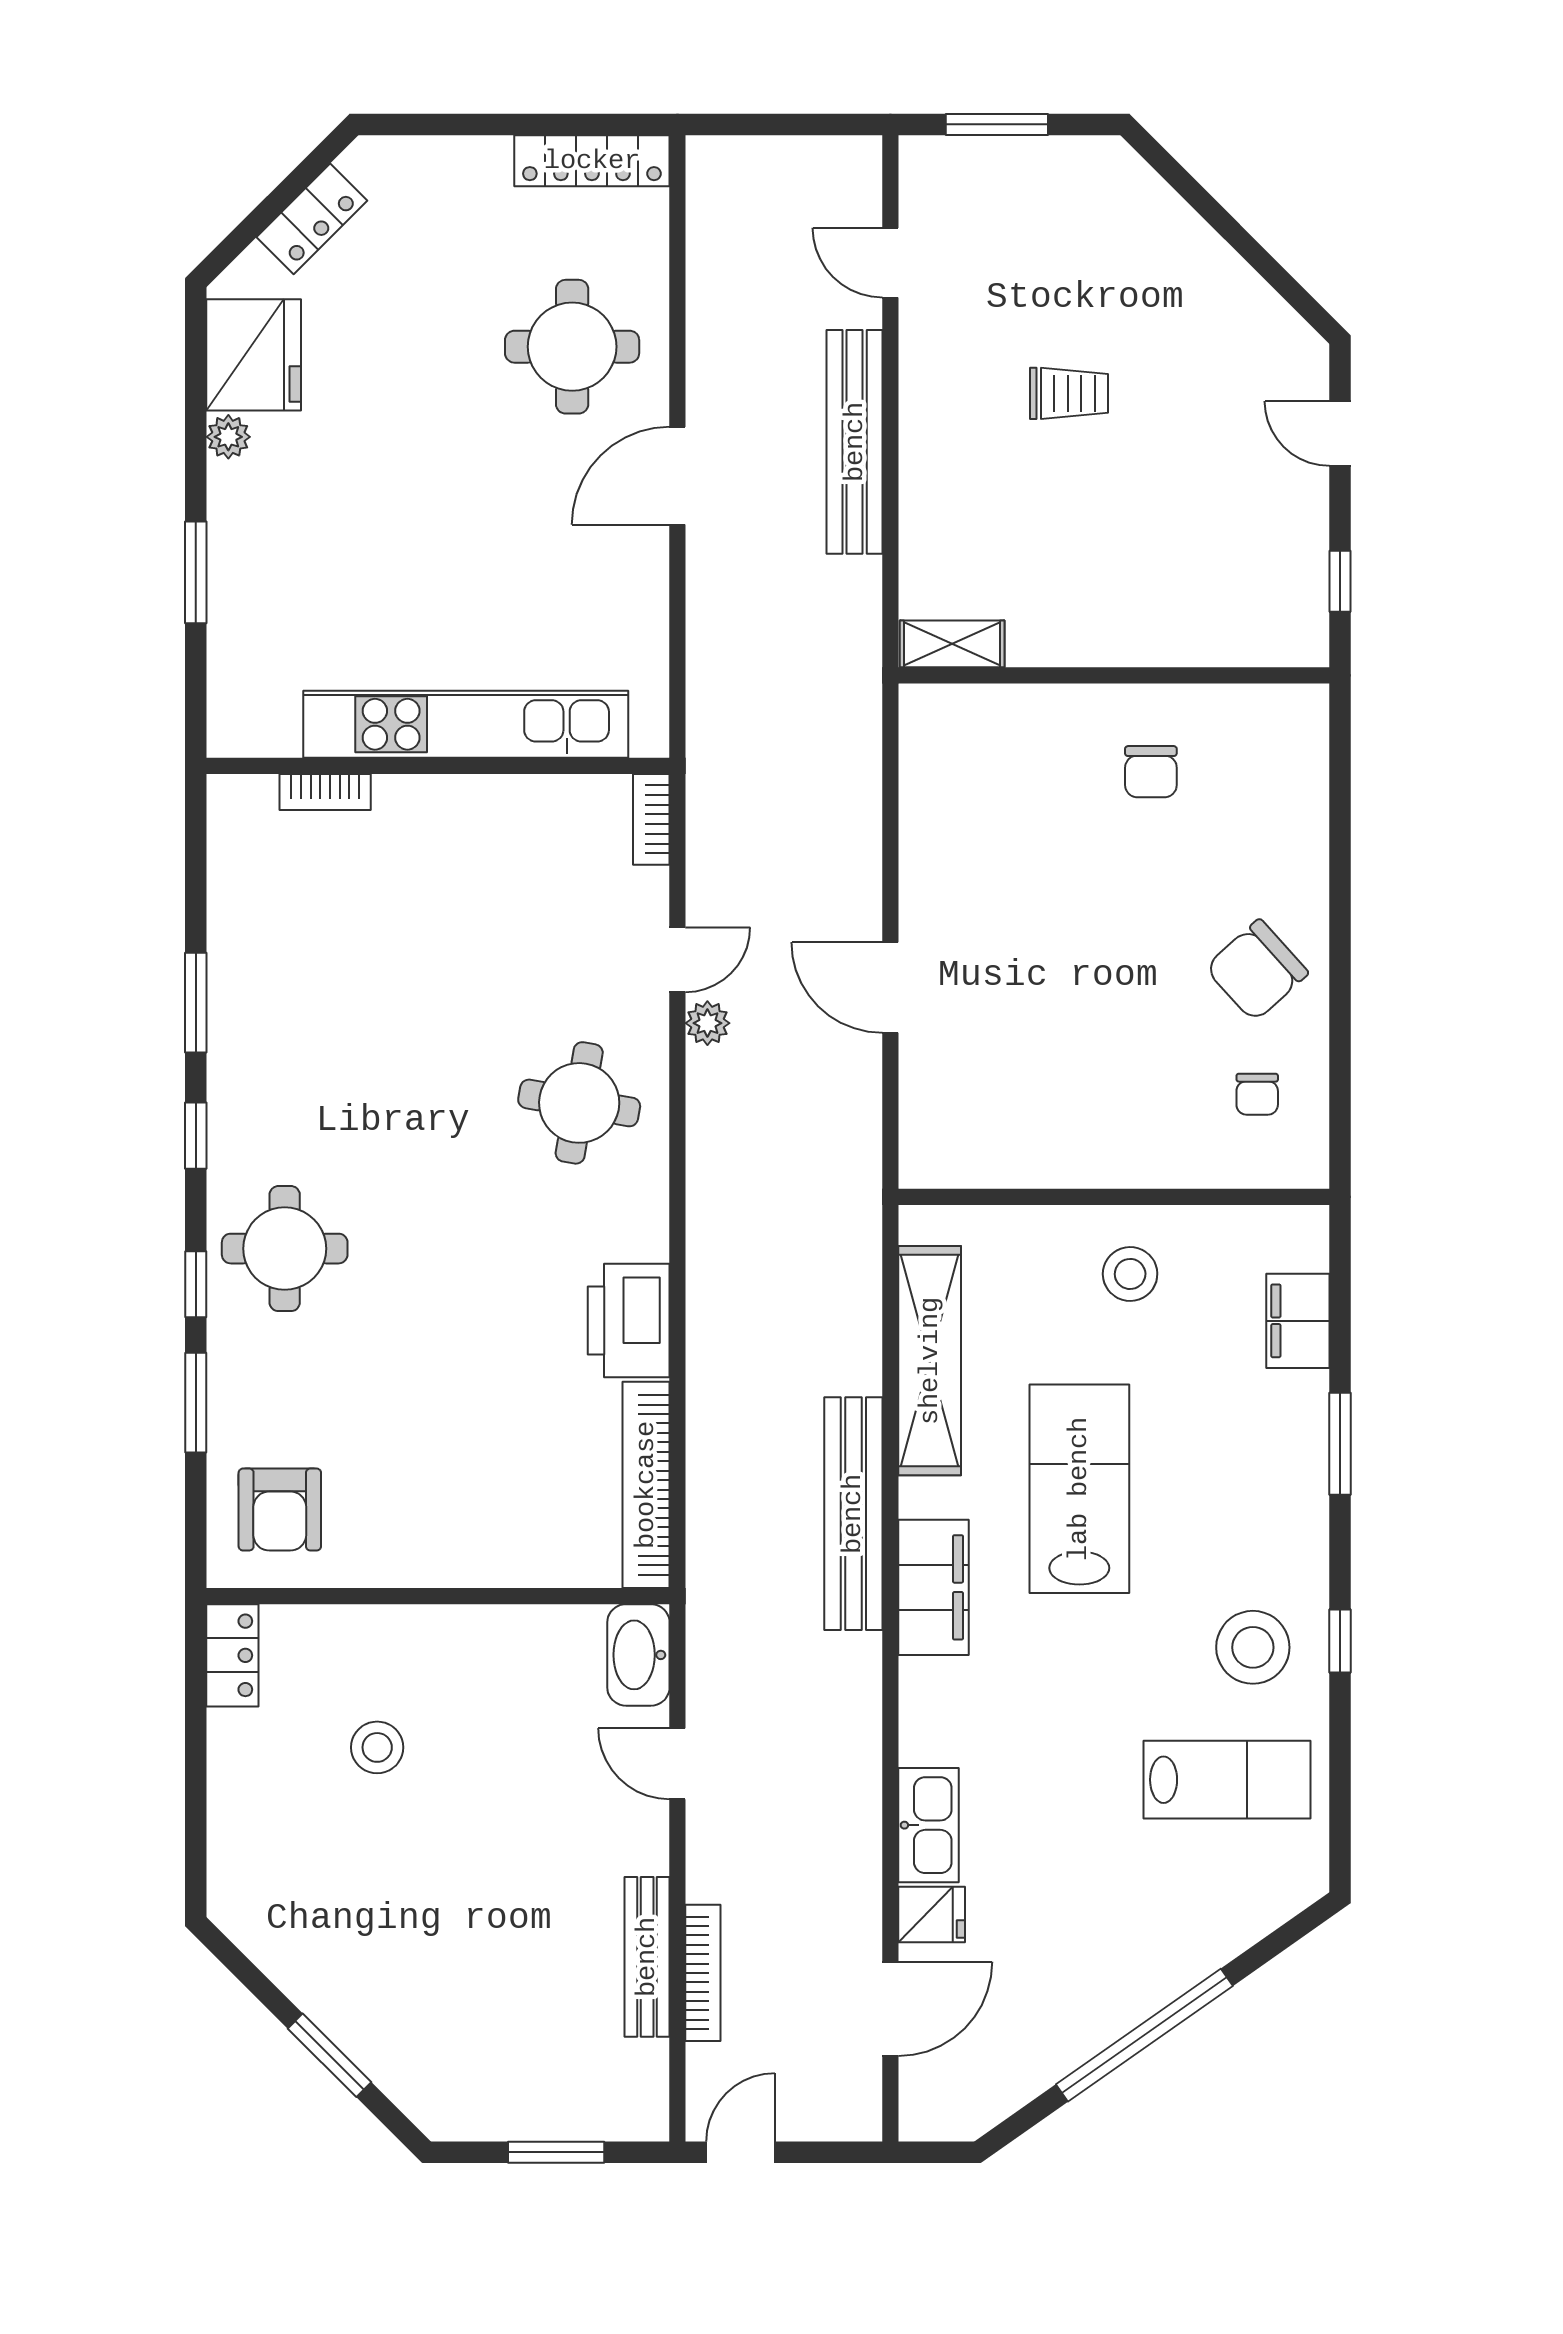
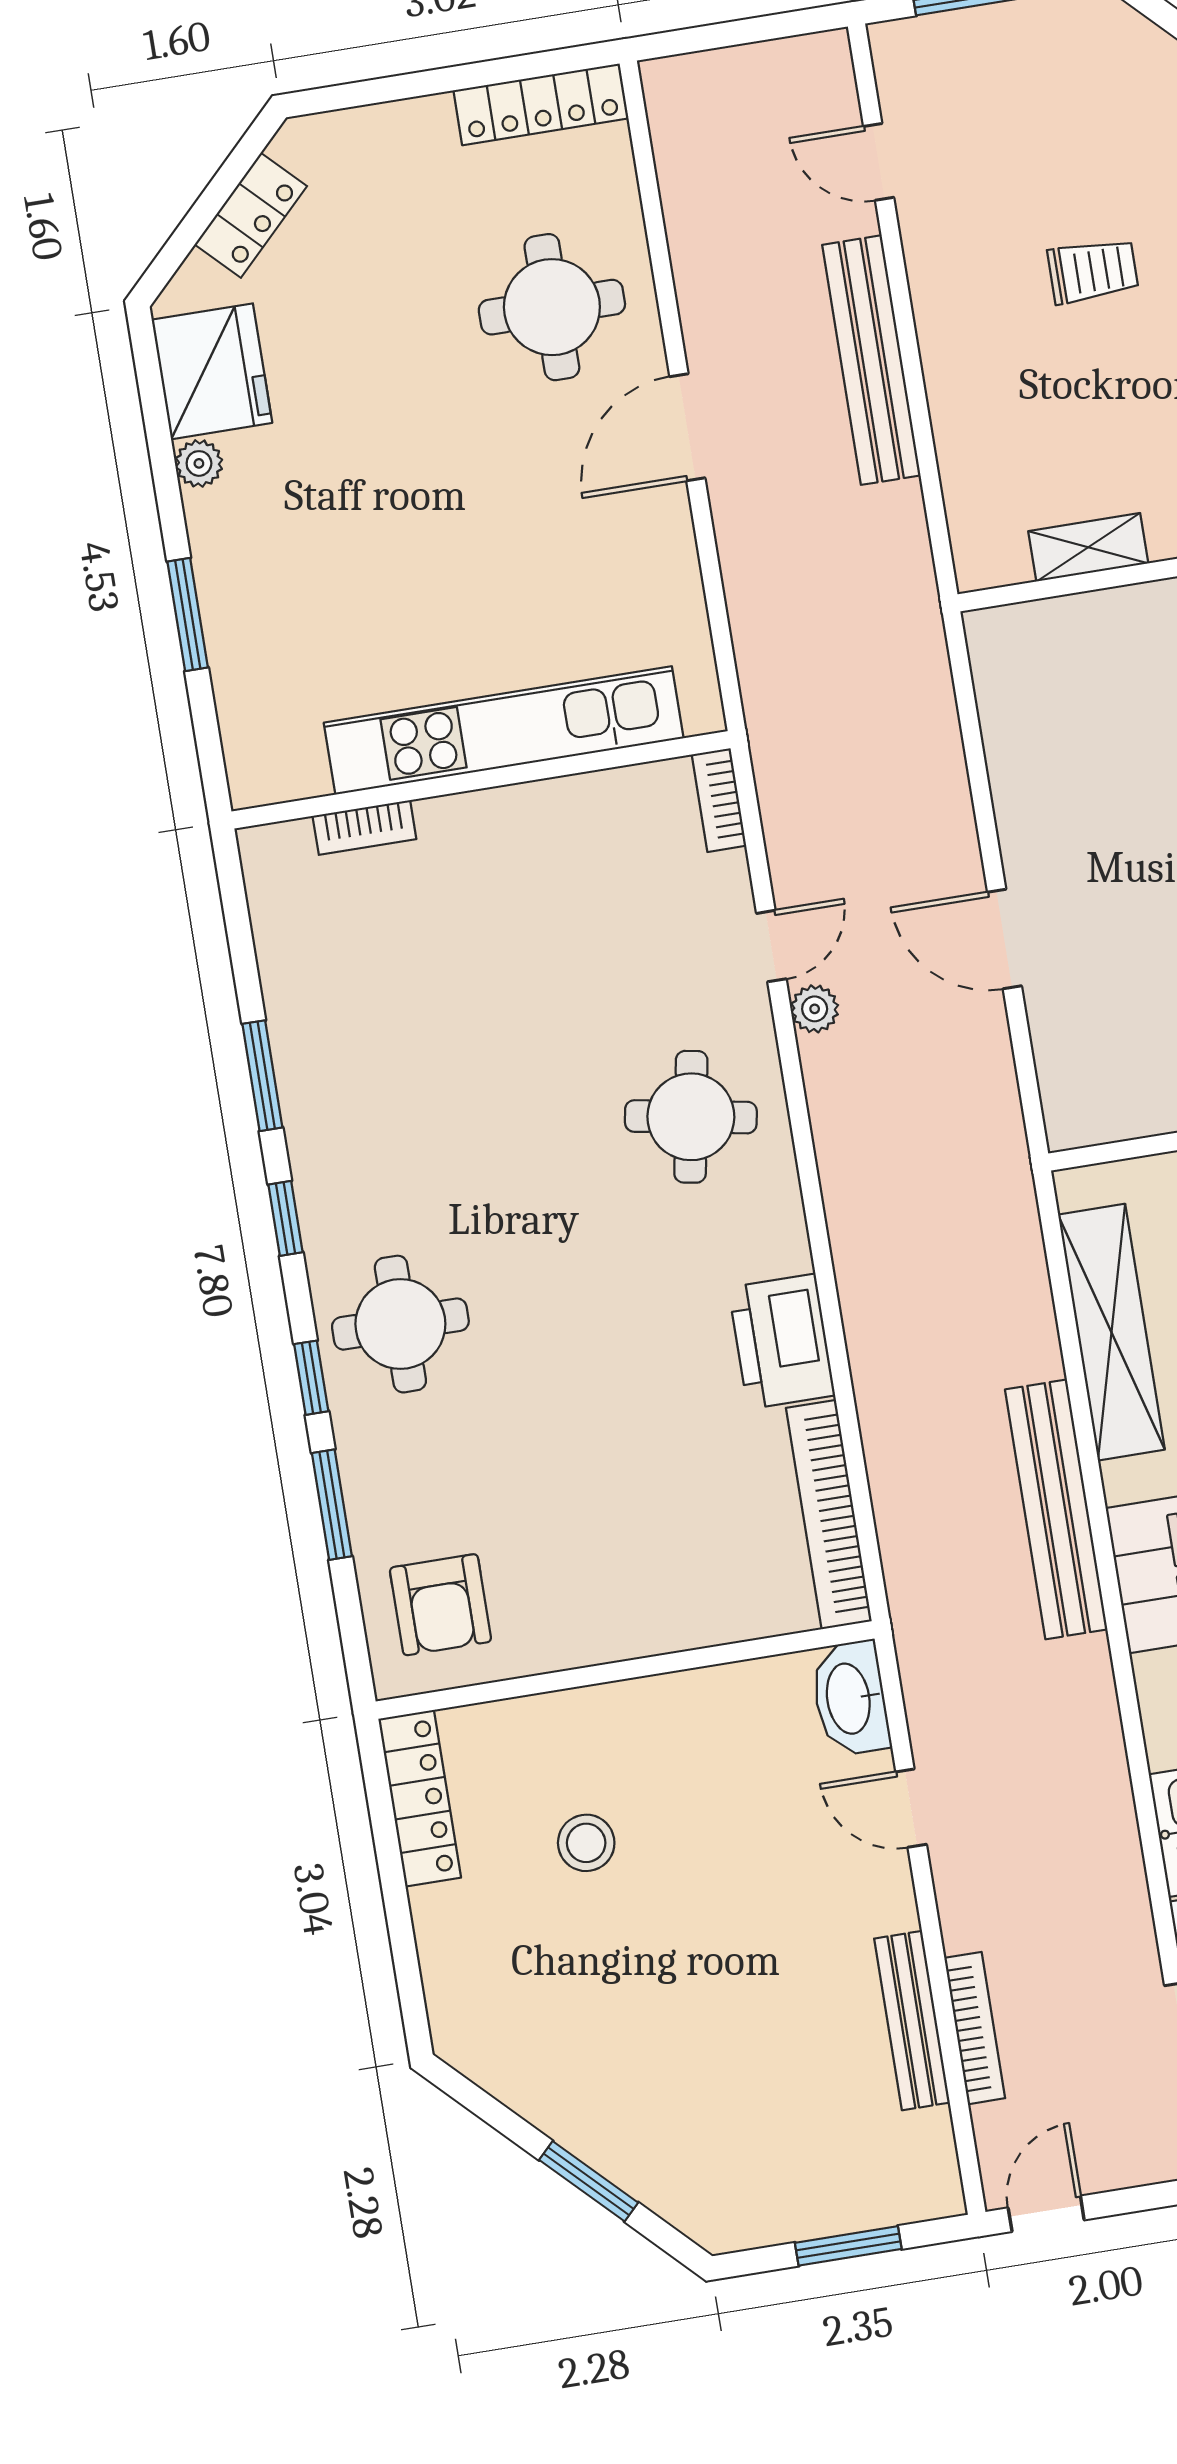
shelving: (952, 644) -> (1088, 547), moved
locker: (232, 1655) -> (420, 1798), width x1.53

